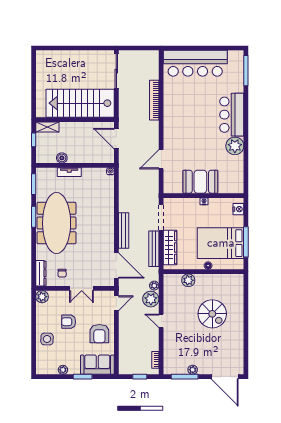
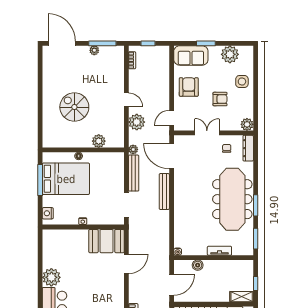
door: (116, 139) -> (172, 285), hinge flipped
boiler: (62, 158) -> (198, 265), moved
booth: (200, 182) -> (106, 241), moved
wardrobe: (170, 247) -> (117, 174), removed
plant: (154, 286) -> (133, 149), moved
plant: (63, 370) -> (230, 54), width x1.88, depth x1.88

